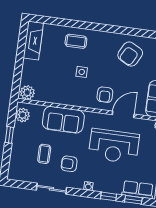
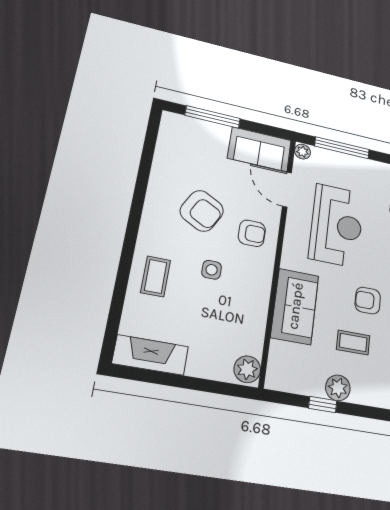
armchair: (130, 54) -> (202, 211), moved
door: (123, 114) -> (287, 190), moved
plant: (22, 115) -> (338, 388), moved
armchair: (69, 164) -> (368, 301), turned 90

